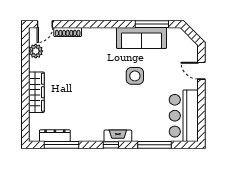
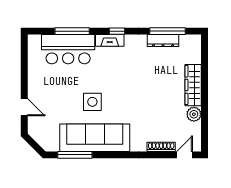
sofa: (142, 38) -> (95, 138), width x1.36, depth x1.27
plant: (36, 51) -> (194, 114), moved
bar counter: (184, 116) -> (68, 49), moved, turned 90
dresser: (55, 136) -> (163, 41), moved

